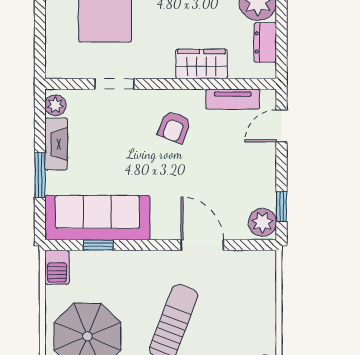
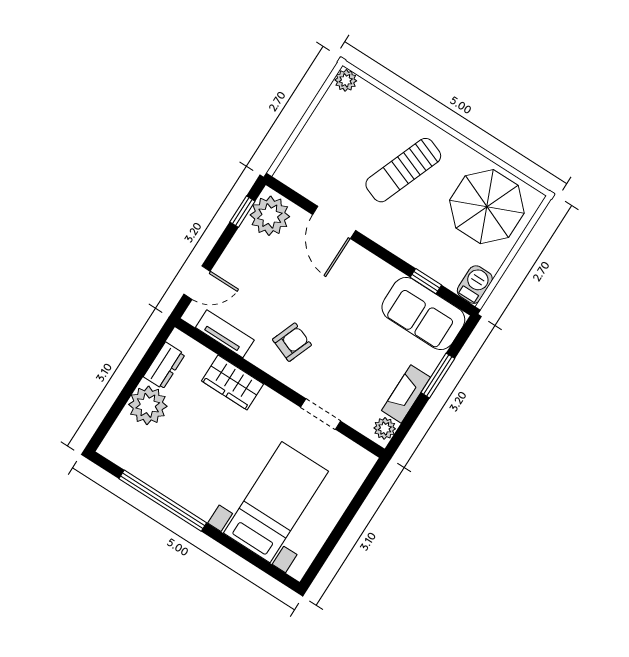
sofa: (97, 218) -> (423, 313), width x0.73
plant: (262, 222) -> (270, 216), width x1.36, depth x1.36

